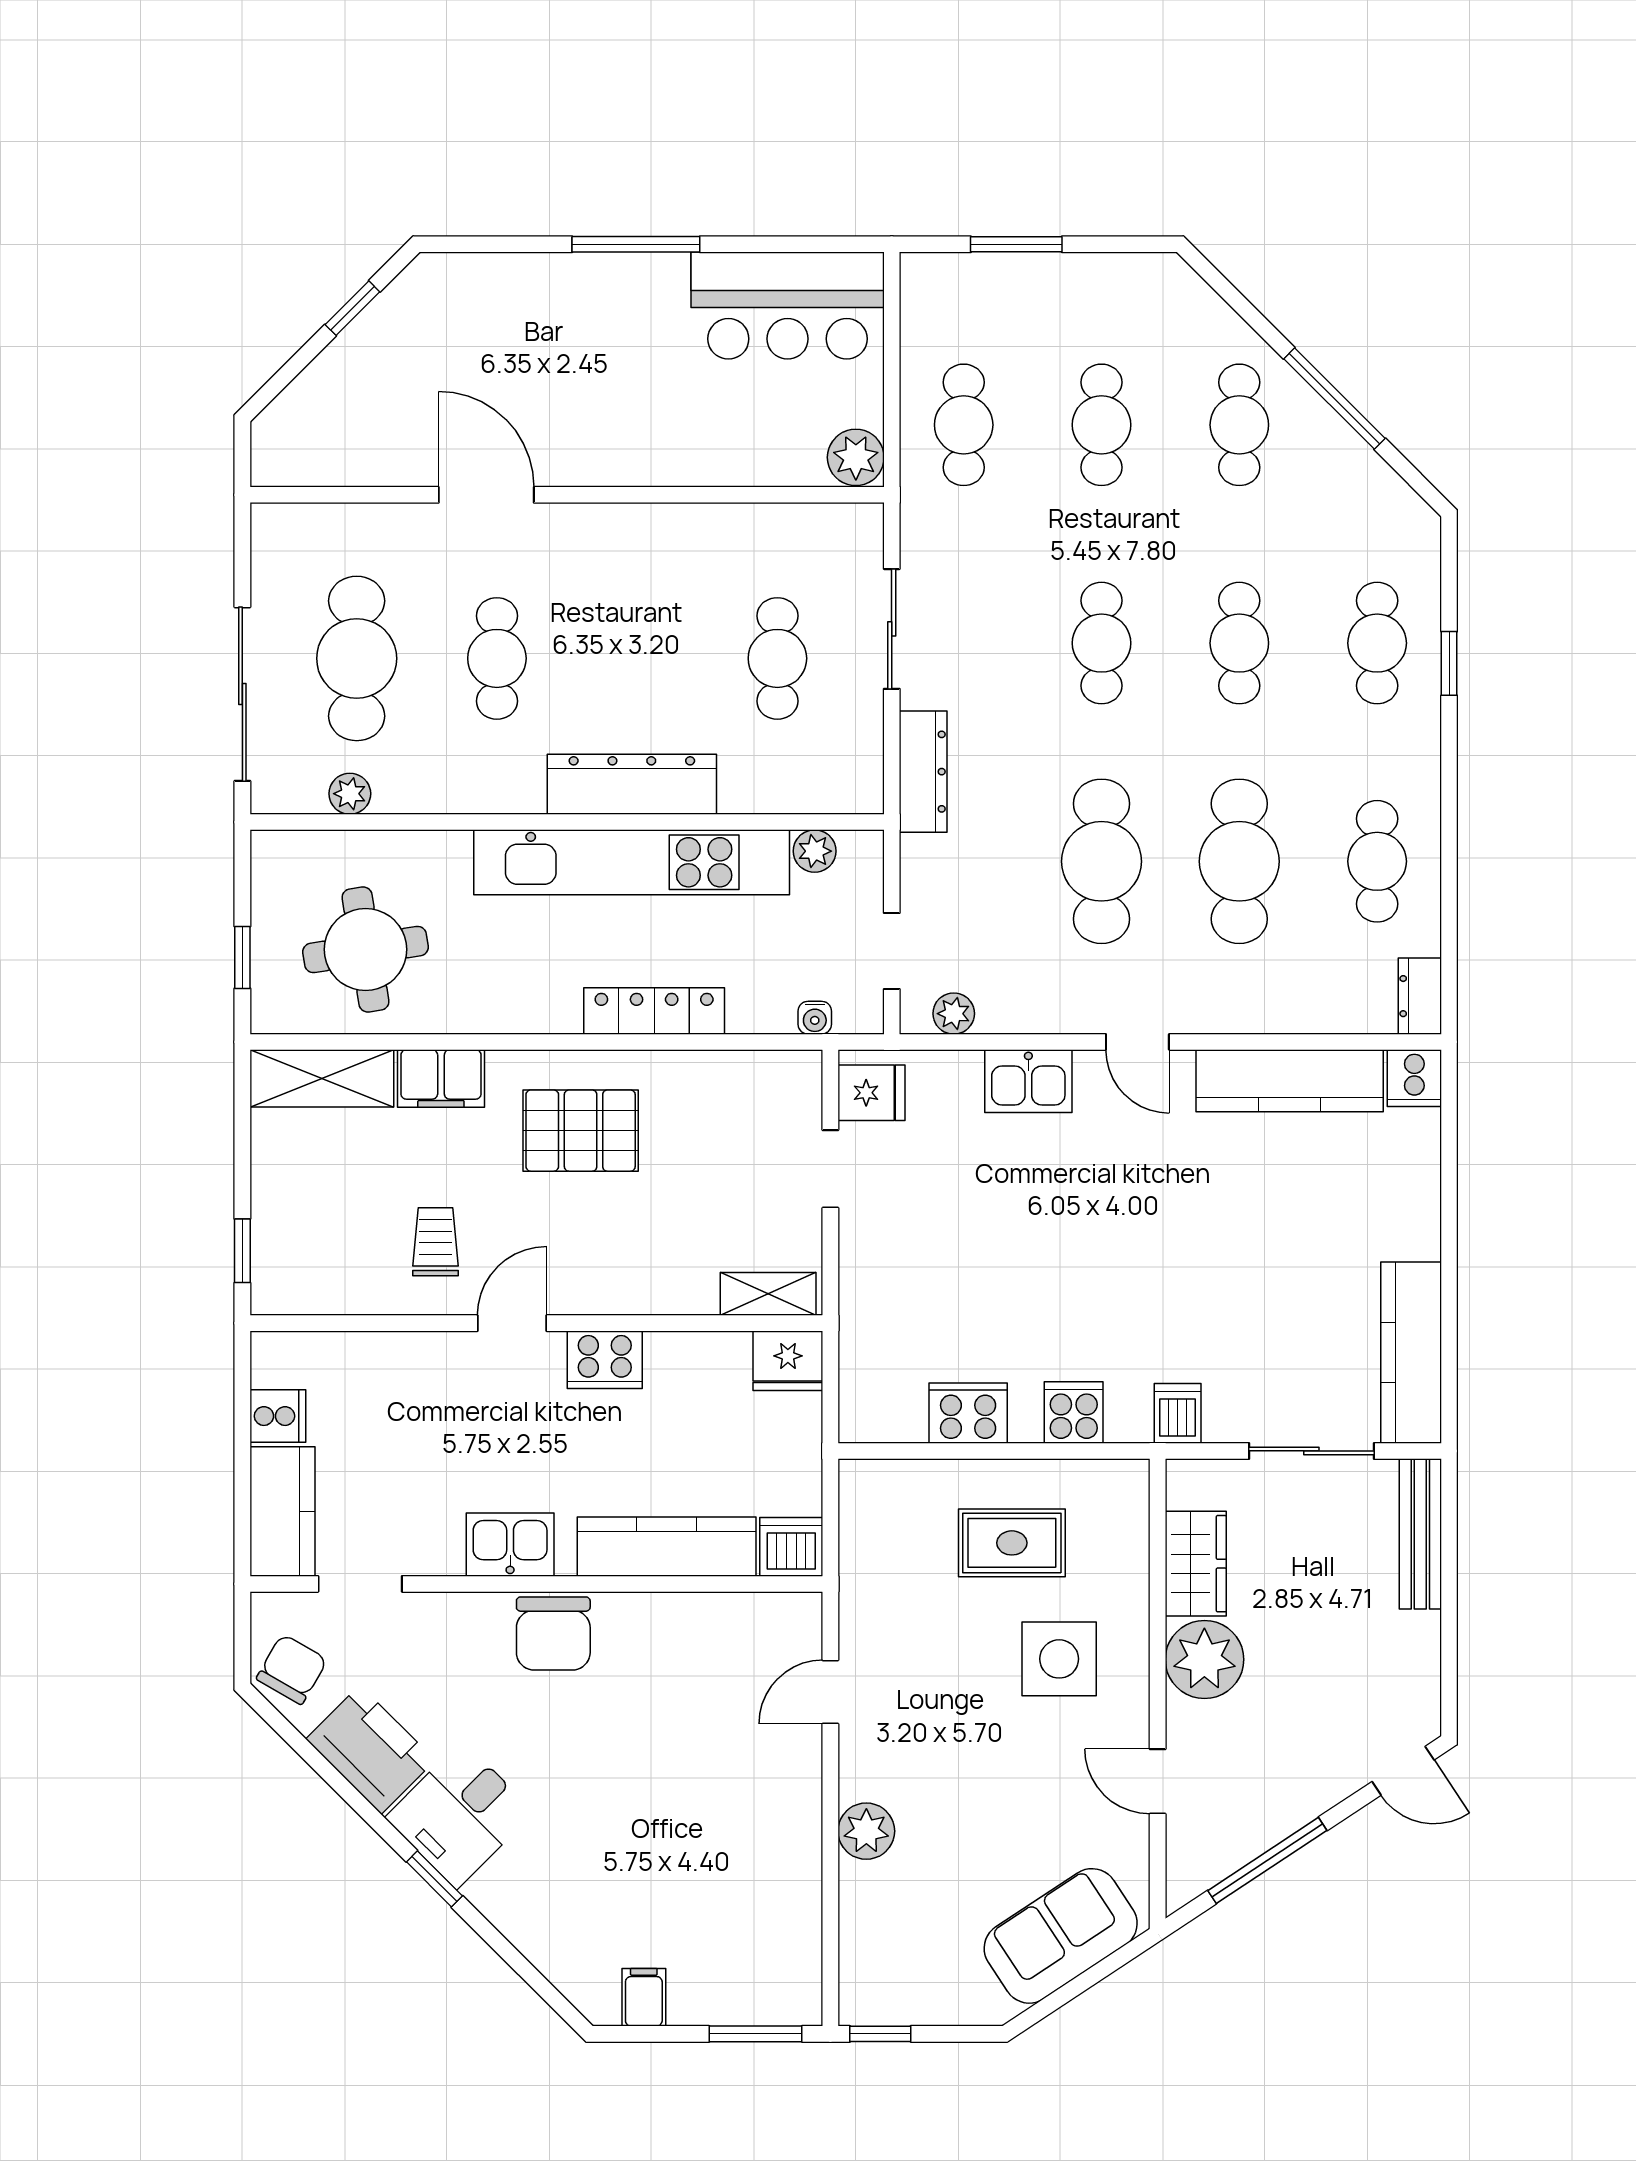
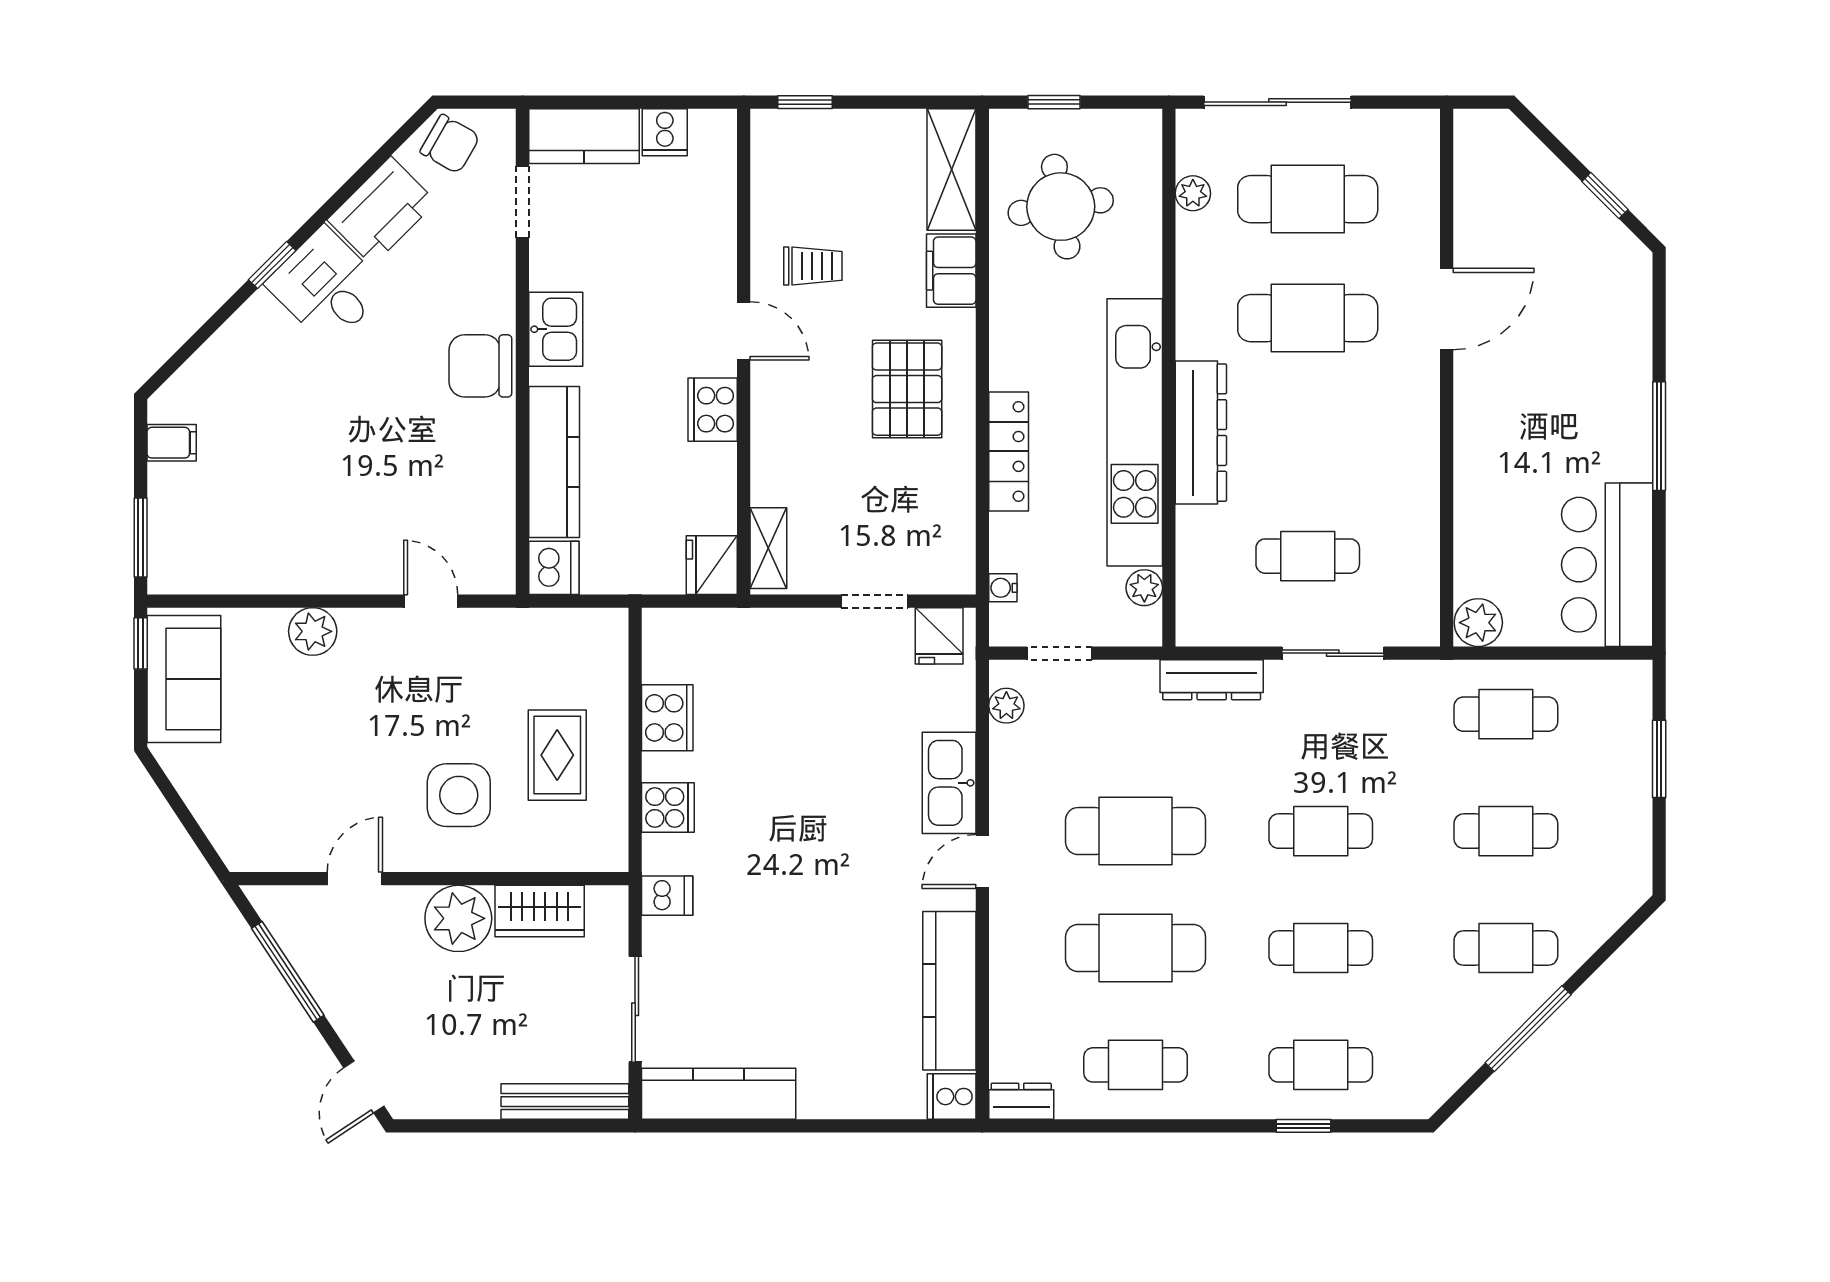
cafe table: (497, 658) -> (1308, 318), width x1.37, depth x1.35
kitchen sink: (1028, 1081) -> (949, 783), width x1.38
sofa: (1061, 1936) -> (184, 679), moved, turned 33

